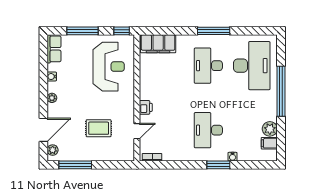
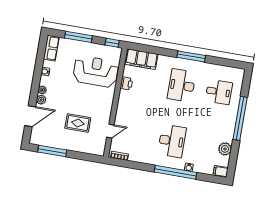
desk: (252, 66) -> (219, 92), width x0.53, depth x0.77
reception desk: (109, 67) -> (96, 71), turned -90
printer: (146, 107) -> (126, 83), moved
desk: (208, 130) -> (172, 141), turned 180
filing cabinet: (269, 143) -> (221, 171), moved
plant: (53, 150) -> (41, 100), moved
window: (218, 165) -> (175, 172), width x2.11

